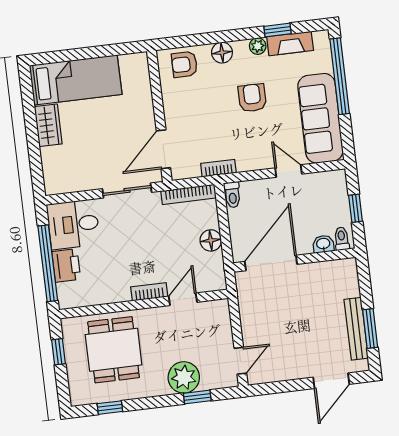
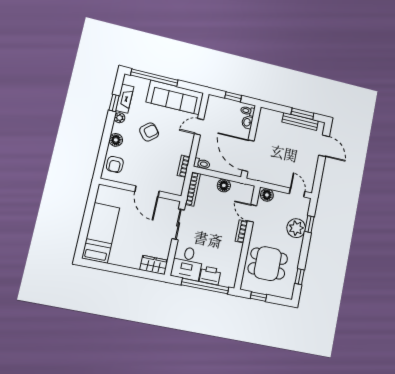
armchair: (252, 98) -> (149, 132), turned 140
wardrobe: (48, 125) -> (154, 265), moved
door: (163, 149) -> (147, 191), moved
floor lamp: (220, 313) -> (267, 195), added

